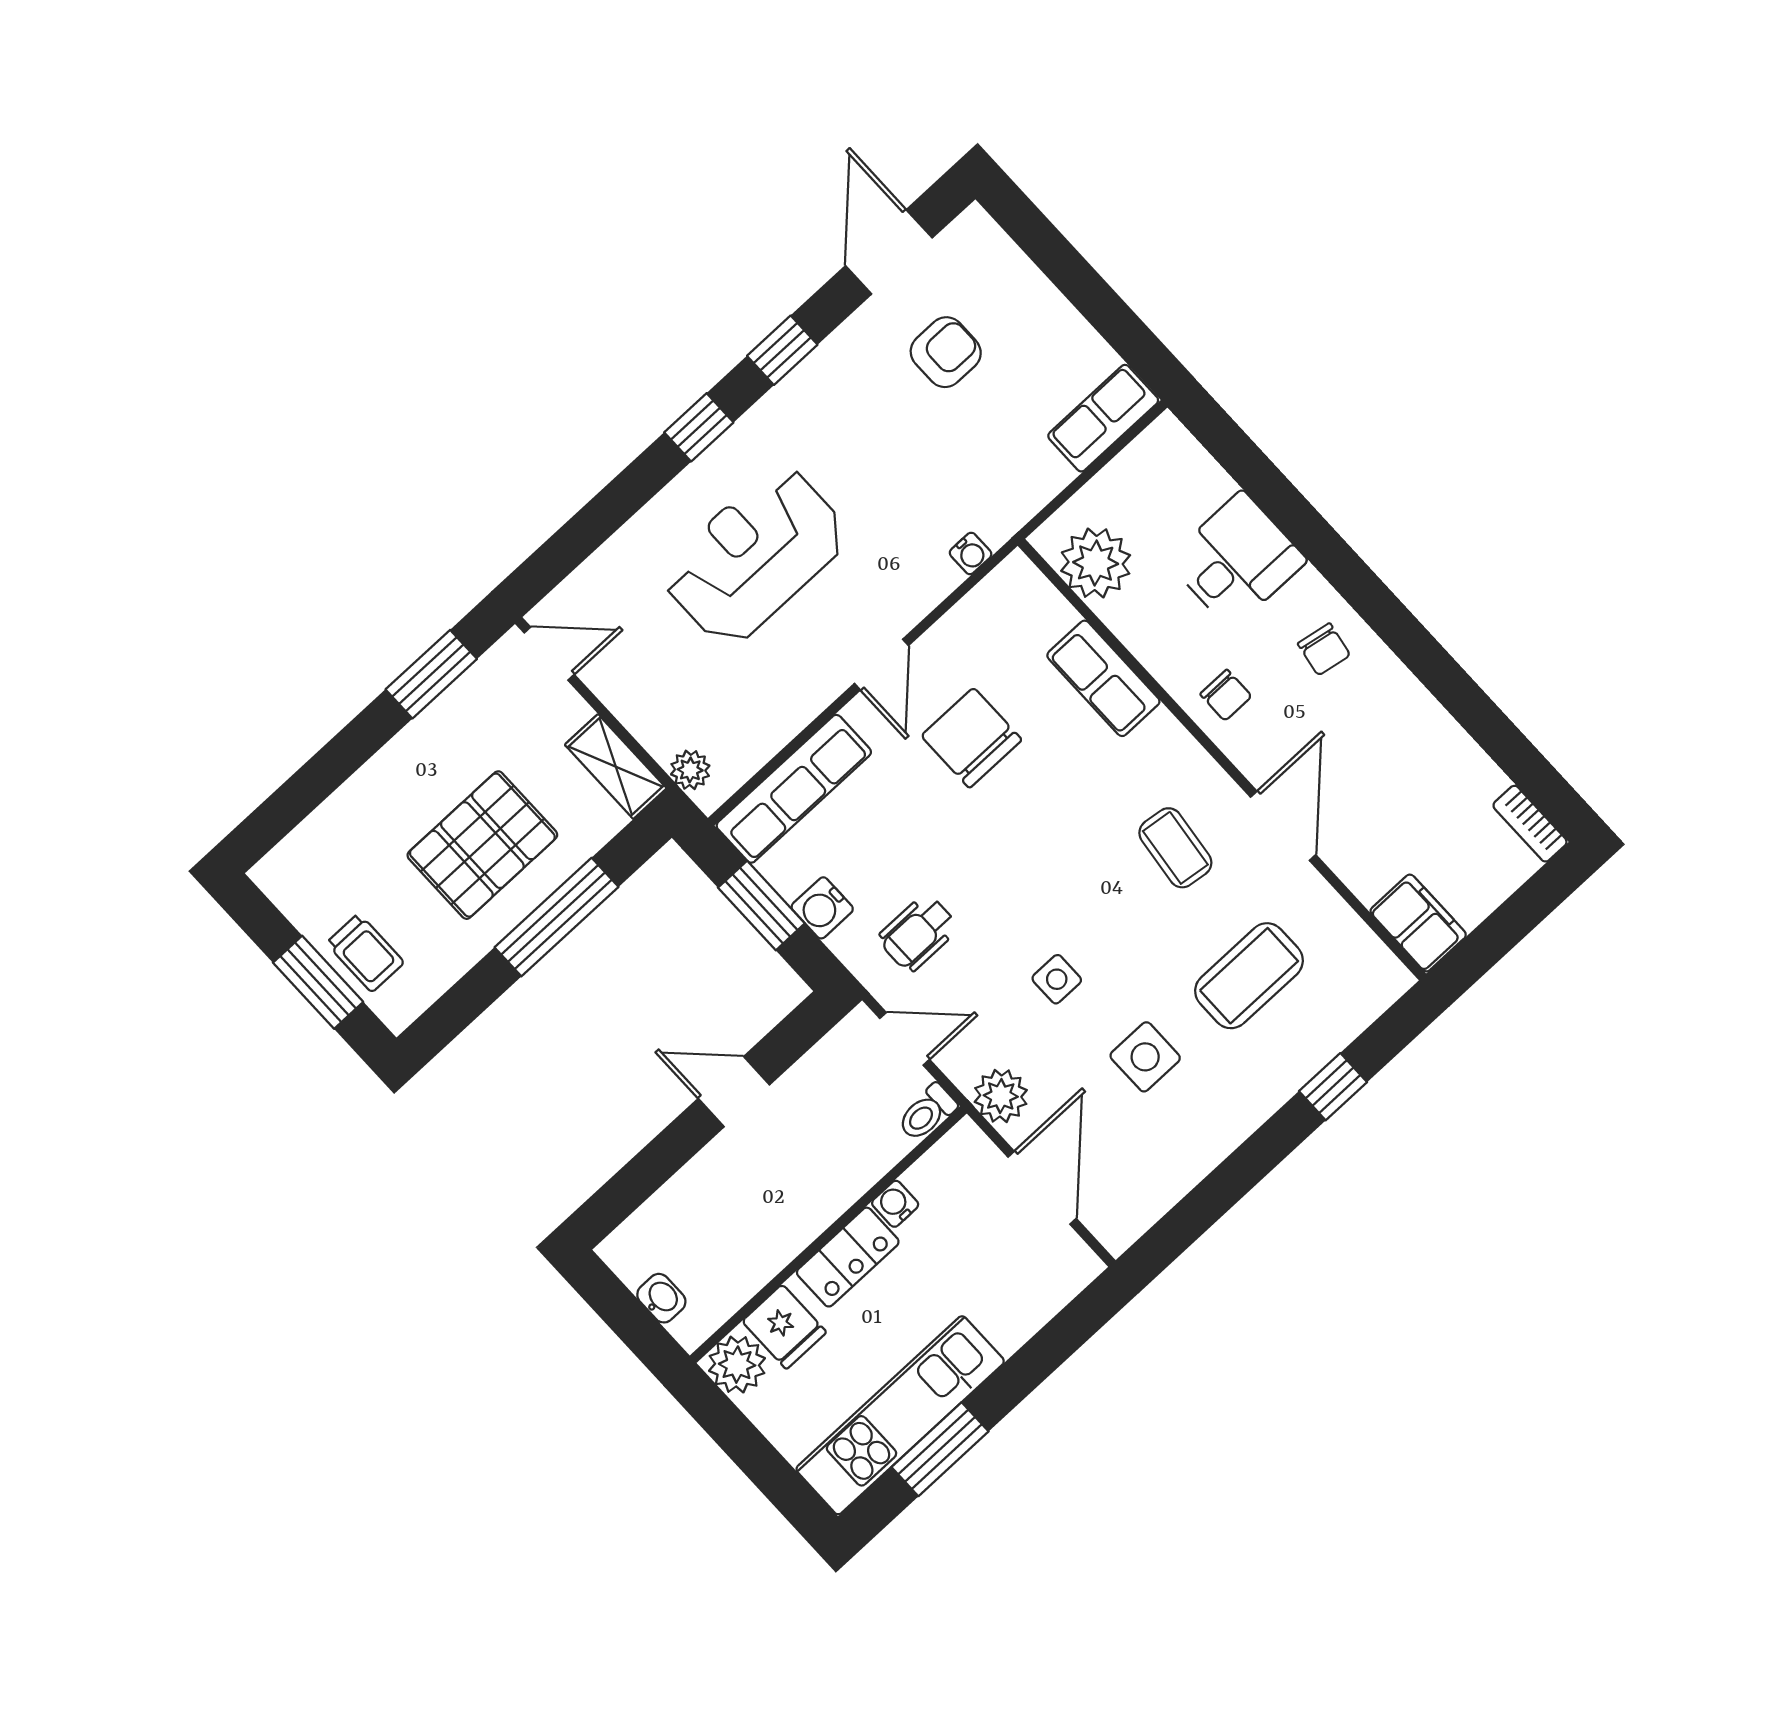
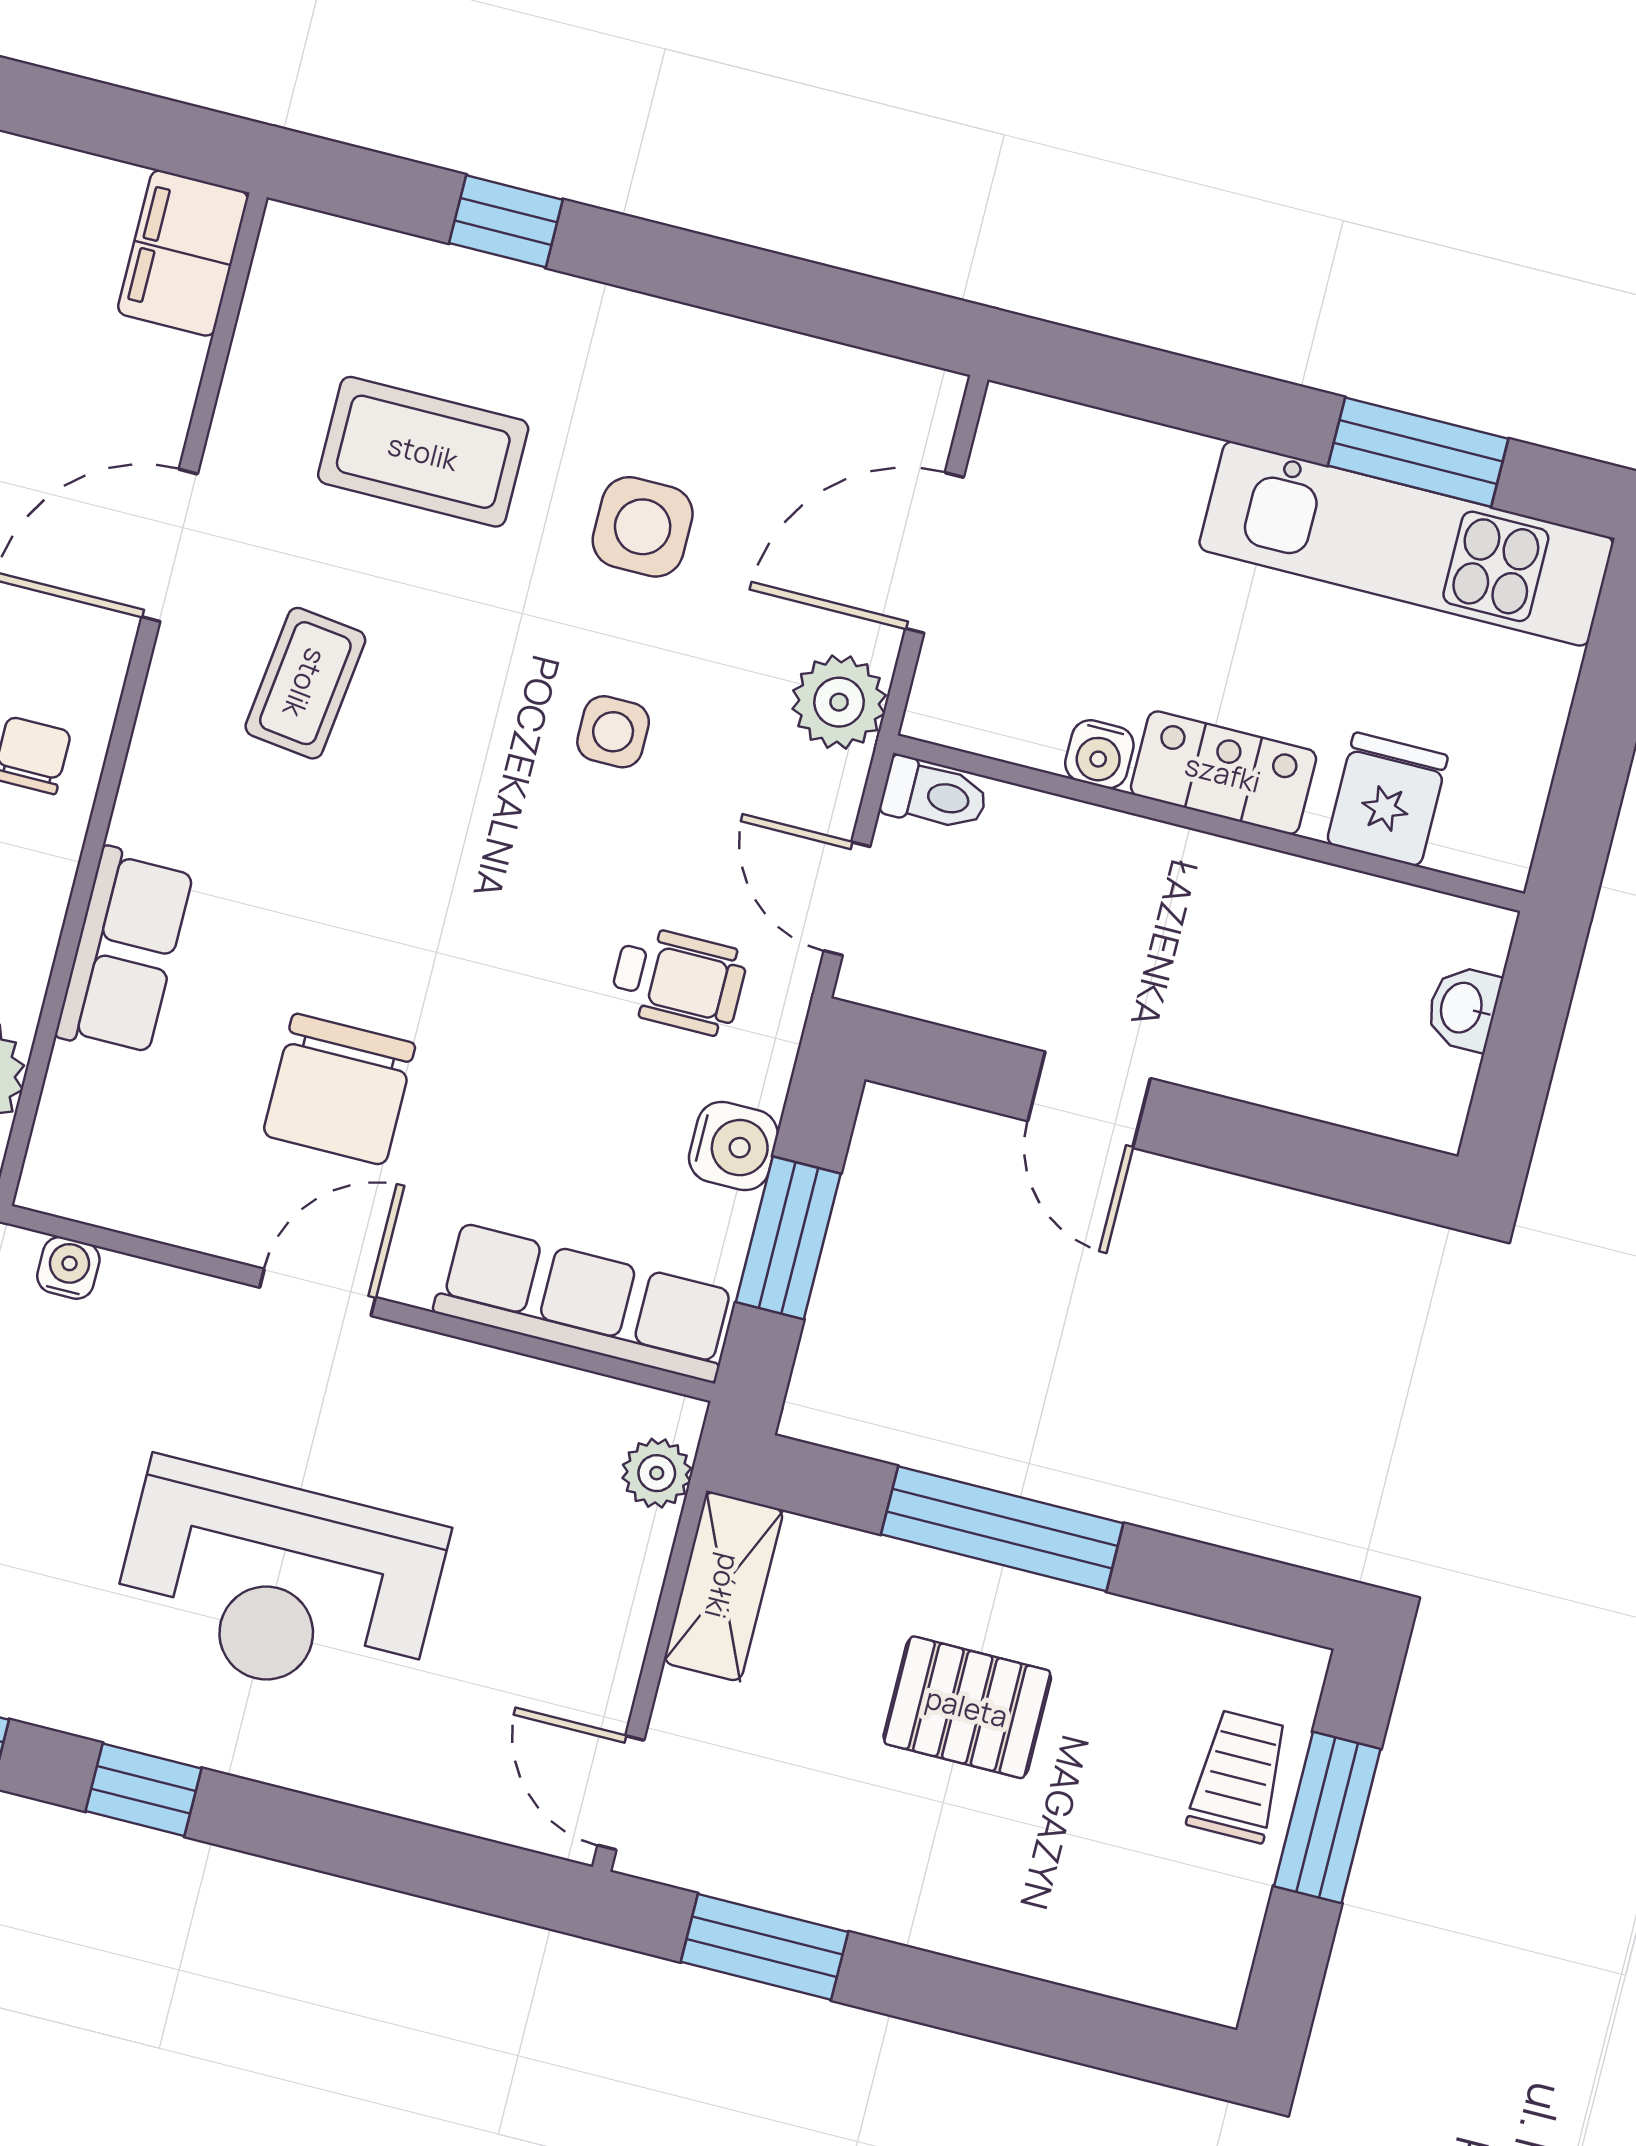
pallet: (482, 845) -> (967, 1707), width x0.67, depth x0.71
plant: (737, 1365) -> (1488, 833), removed

